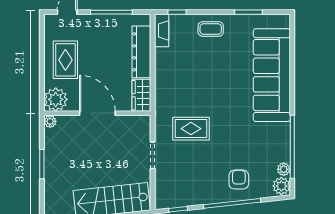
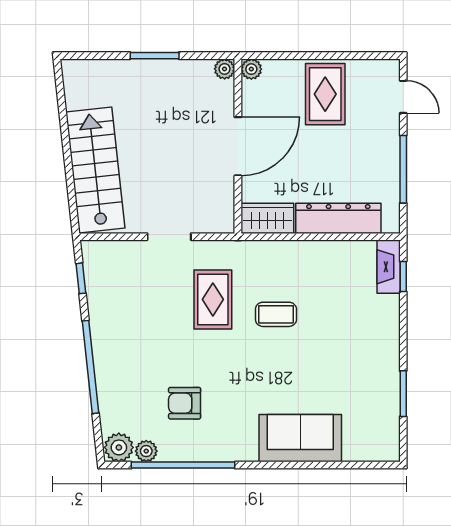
coffee table: (211, 29) -> (276, 314), moved, turned 90
fireplace: (162, 30) -> (389, 267), moved, turned 90
rug: (65, 60) -> (325, 94), turned 90
sofa: (272, 75) -> (300, 438), width x0.54, depth x0.79
plant: (56, 99) -> (251, 69), width x0.53, depth x0.53
armchair: (239, 180) -> (185, 403), moved, turned 180

